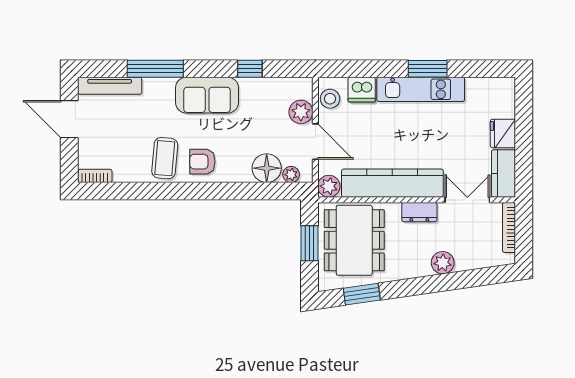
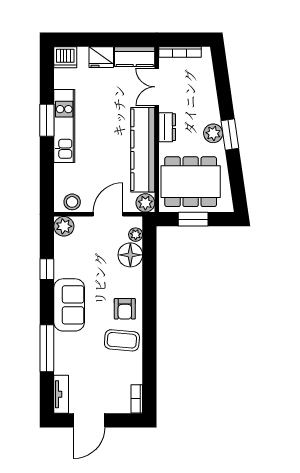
tv unit: (110, 86) -> (61, 394), width x0.71
dishwasher: (362, 90) -> (65, 57), moved, turned 90
plant: (301, 112) -> (64, 226), moved
plant: (443, 263) -> (213, 133), moved
window: (362, 294) -> (230, 134), moved

